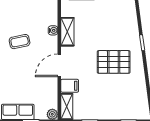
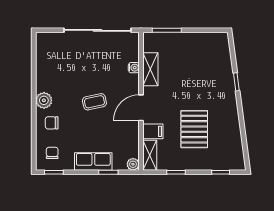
coffee table: (20, 42) -> (94, 102), moved
pallet: (114, 62) -> (194, 129), moved, turned 90

